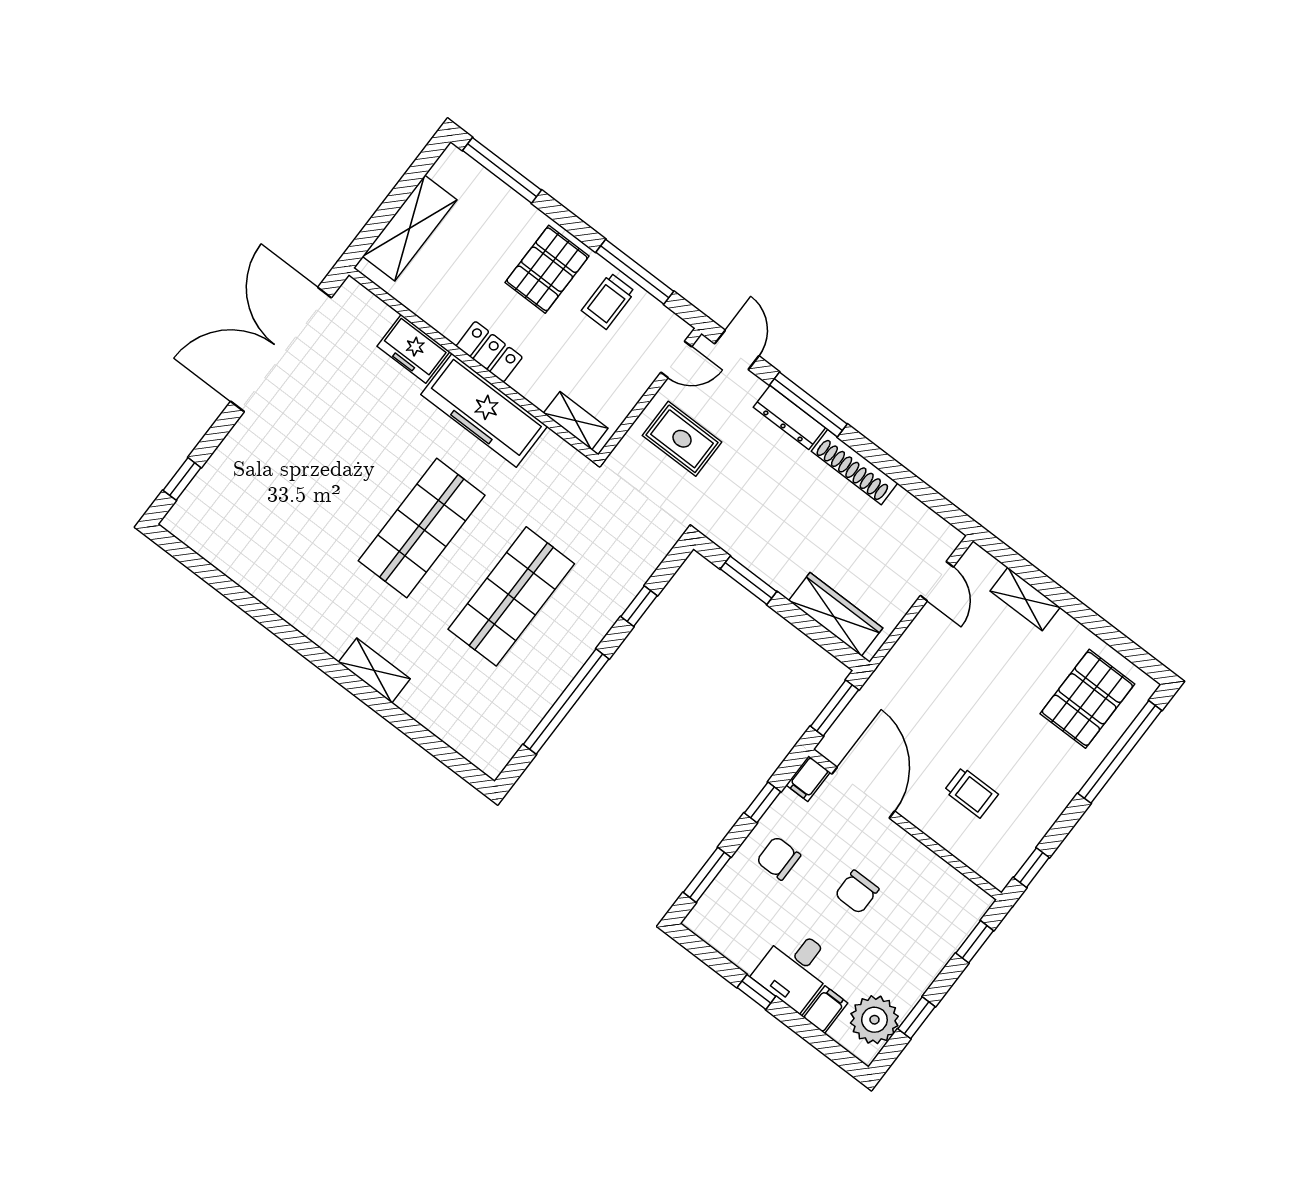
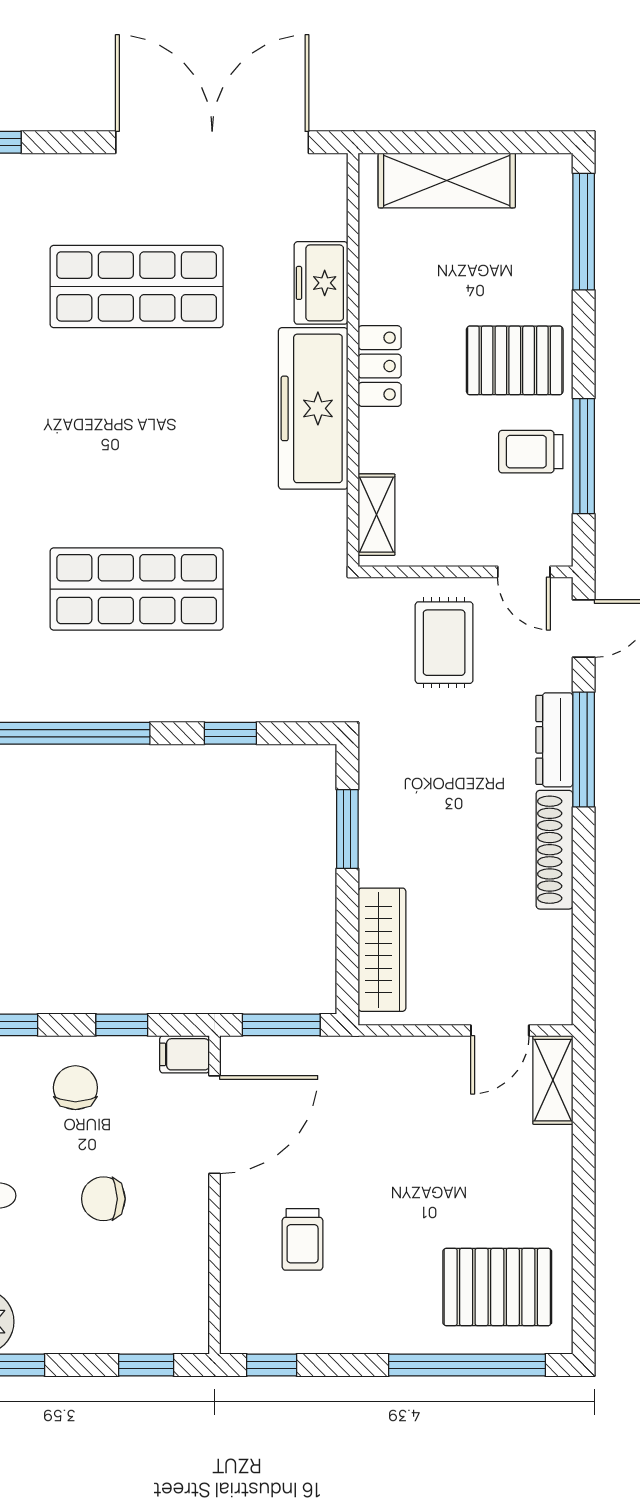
shop shelf: (422, 528) -> (137, 286), moved
shelving: (1025, 599) -> (553, 1080), moved

